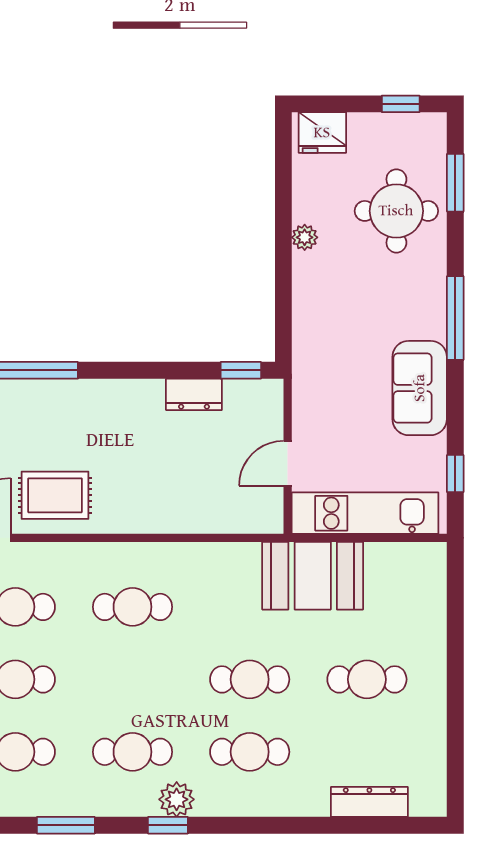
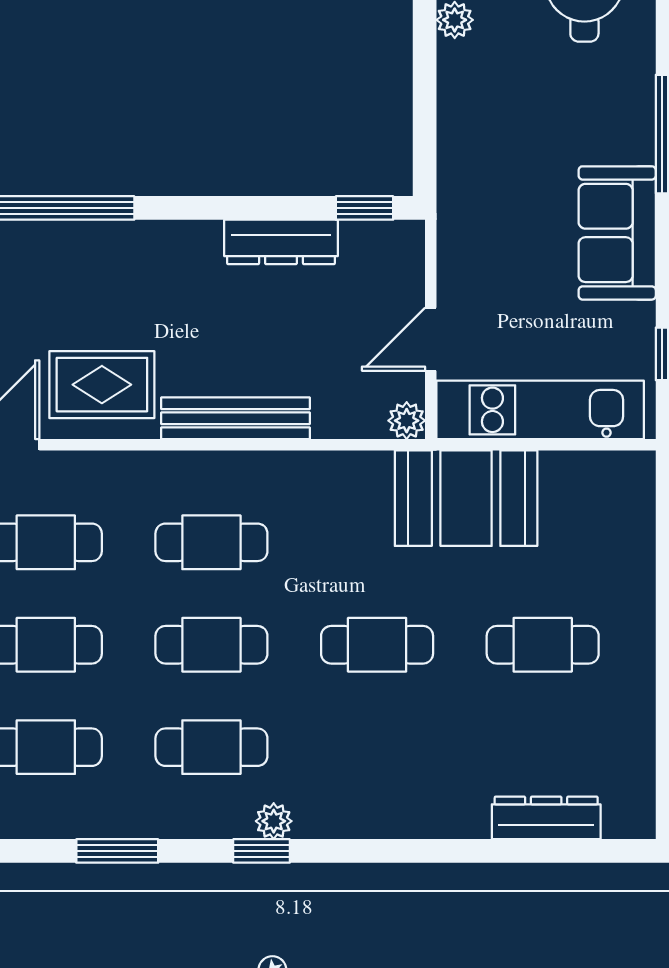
dresser: (194, 394) -> (281, 242), width x1.44
bench: (150, 519) -> (236, 418), added
plant: (271, 521) -> (407, 421), added
cafe table: (250, 752) -> (211, 645), moved
plant: (177, 799) -> (274, 821), width x0.73, depth x0.73

